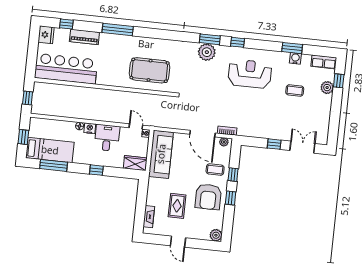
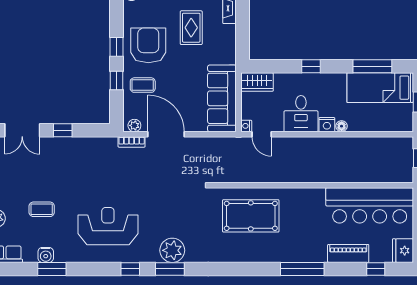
reception desk: (250, 74) -> (108, 226), turned 180

